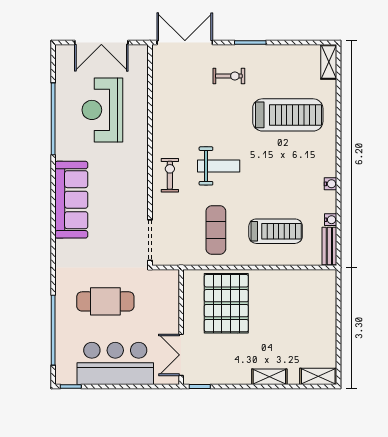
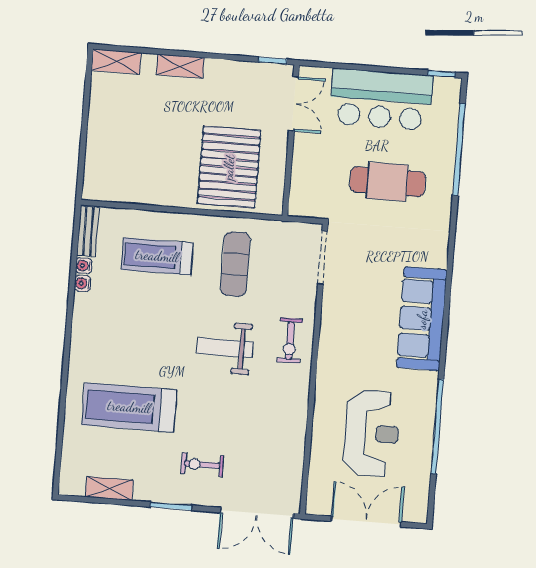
shelving: (329, 62) -> (109, 489), moved, turned 90
water cooler: (331, 184) -> (82, 283), moved

